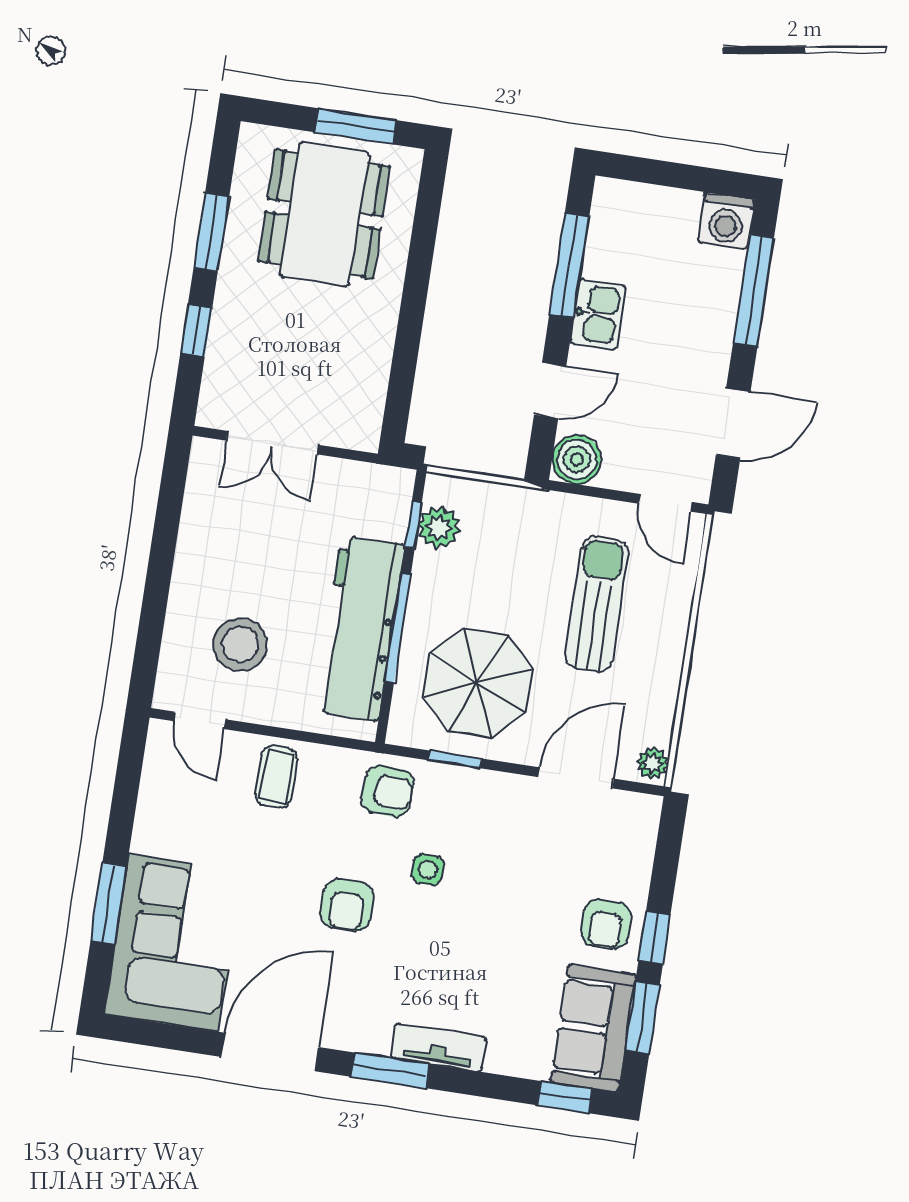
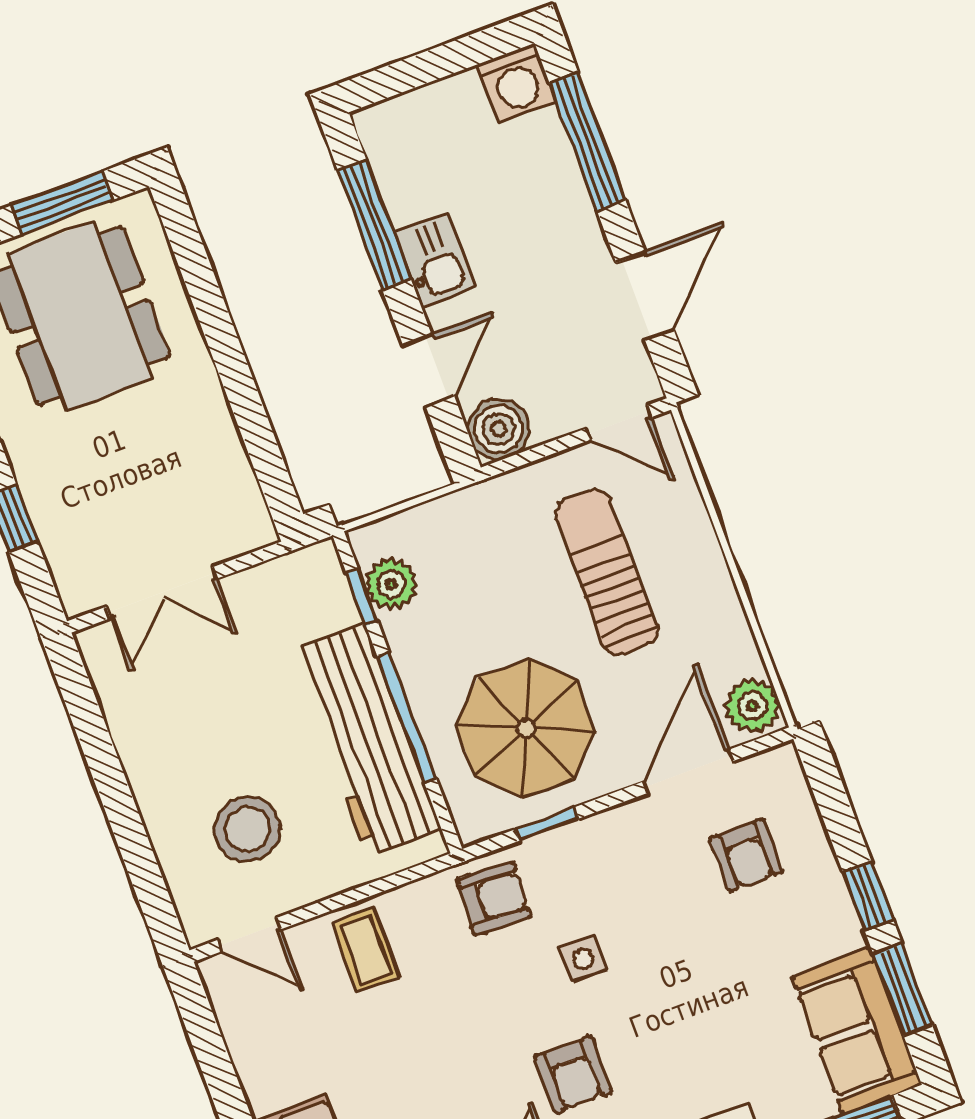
plant: (653, 763) -> (752, 706), width x1.38, depth x1.38
armchair: (347, 905) -> (573, 1074), moved
armchair: (606, 924) -> (746, 855), moved

